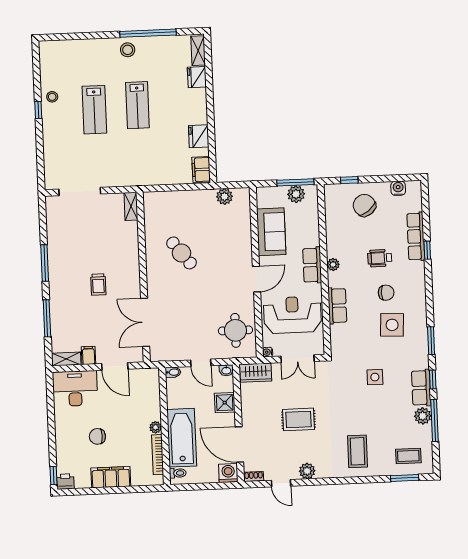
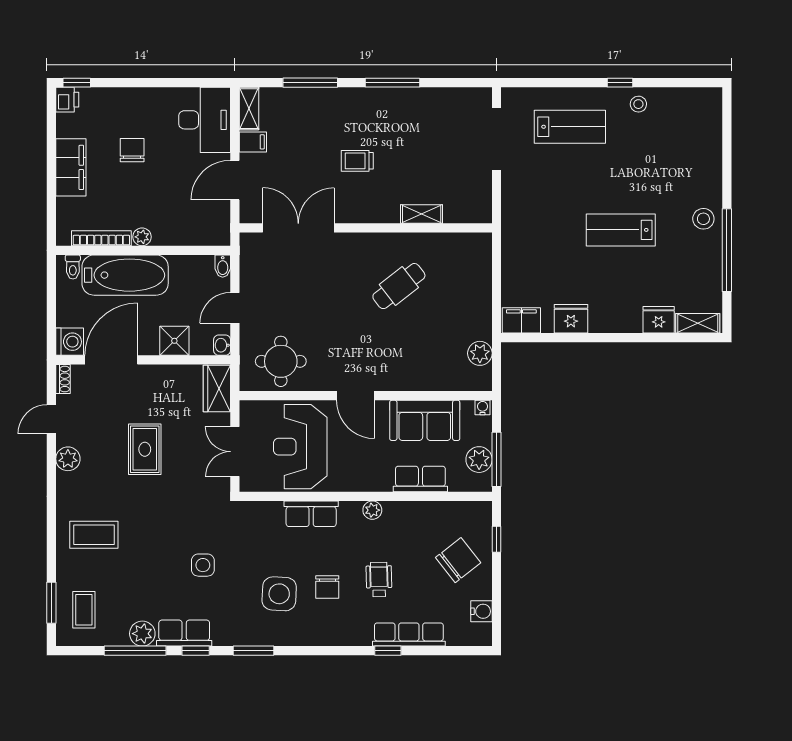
lab bench: (94, 110) -> (570, 127), moved, turned 180
shelving: (131, 206) -> (422, 214), moved
row of seats: (312, 265) -> (420, 479), moved
reception desk: (292, 315) -> (300, 447), turned 180
water cooler: (268, 352) -> (483, 407), moved

